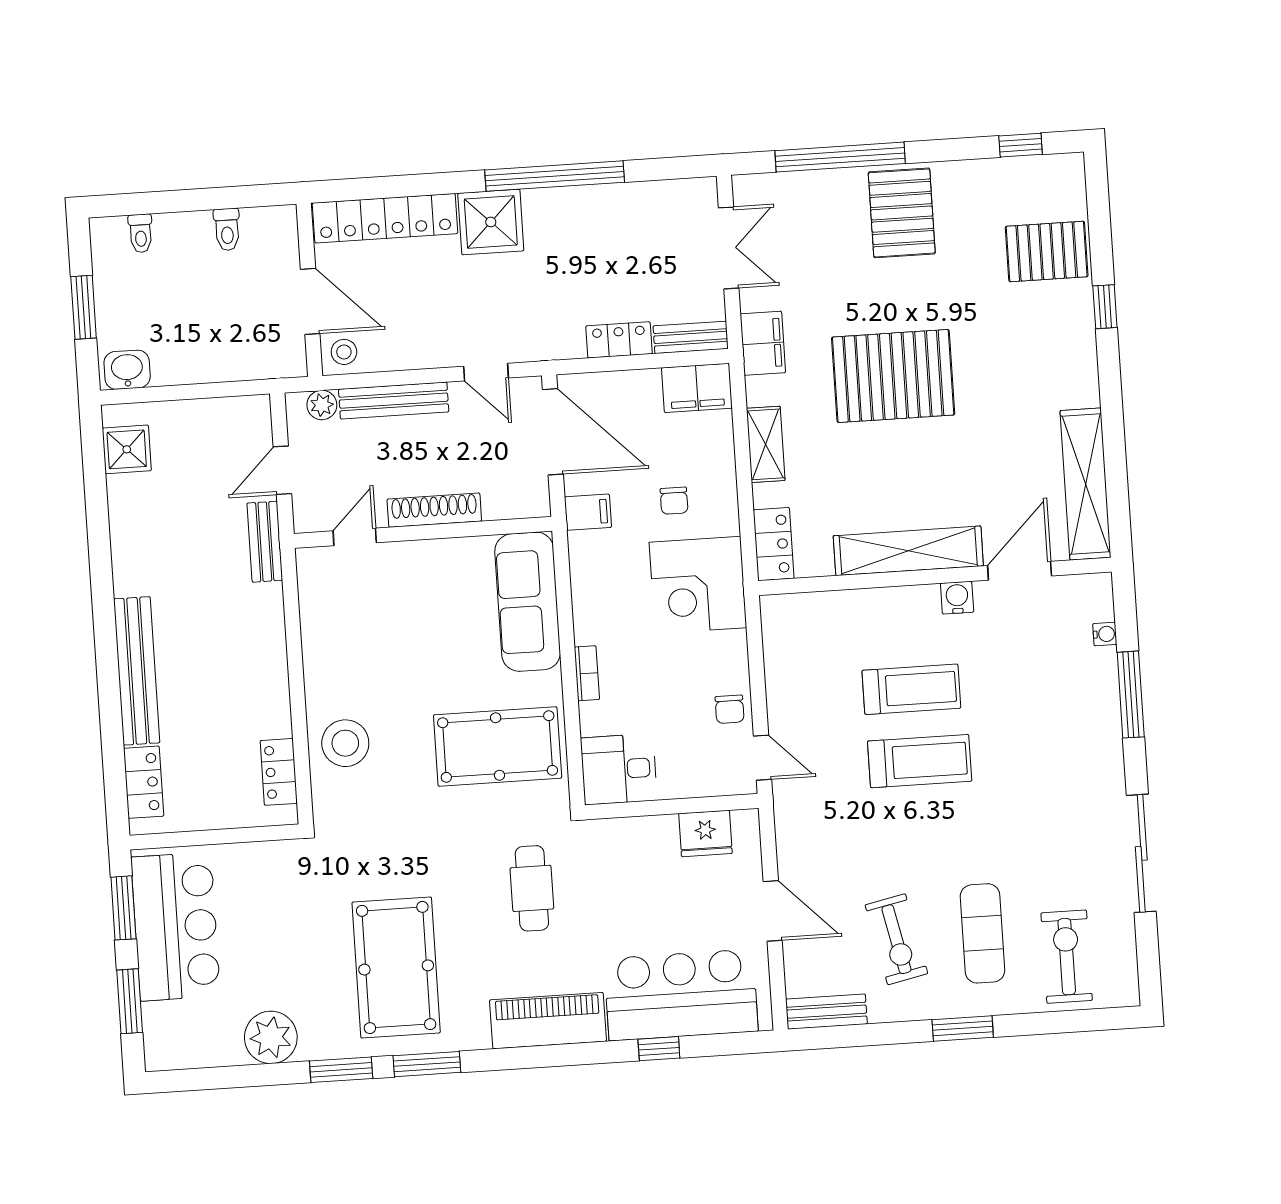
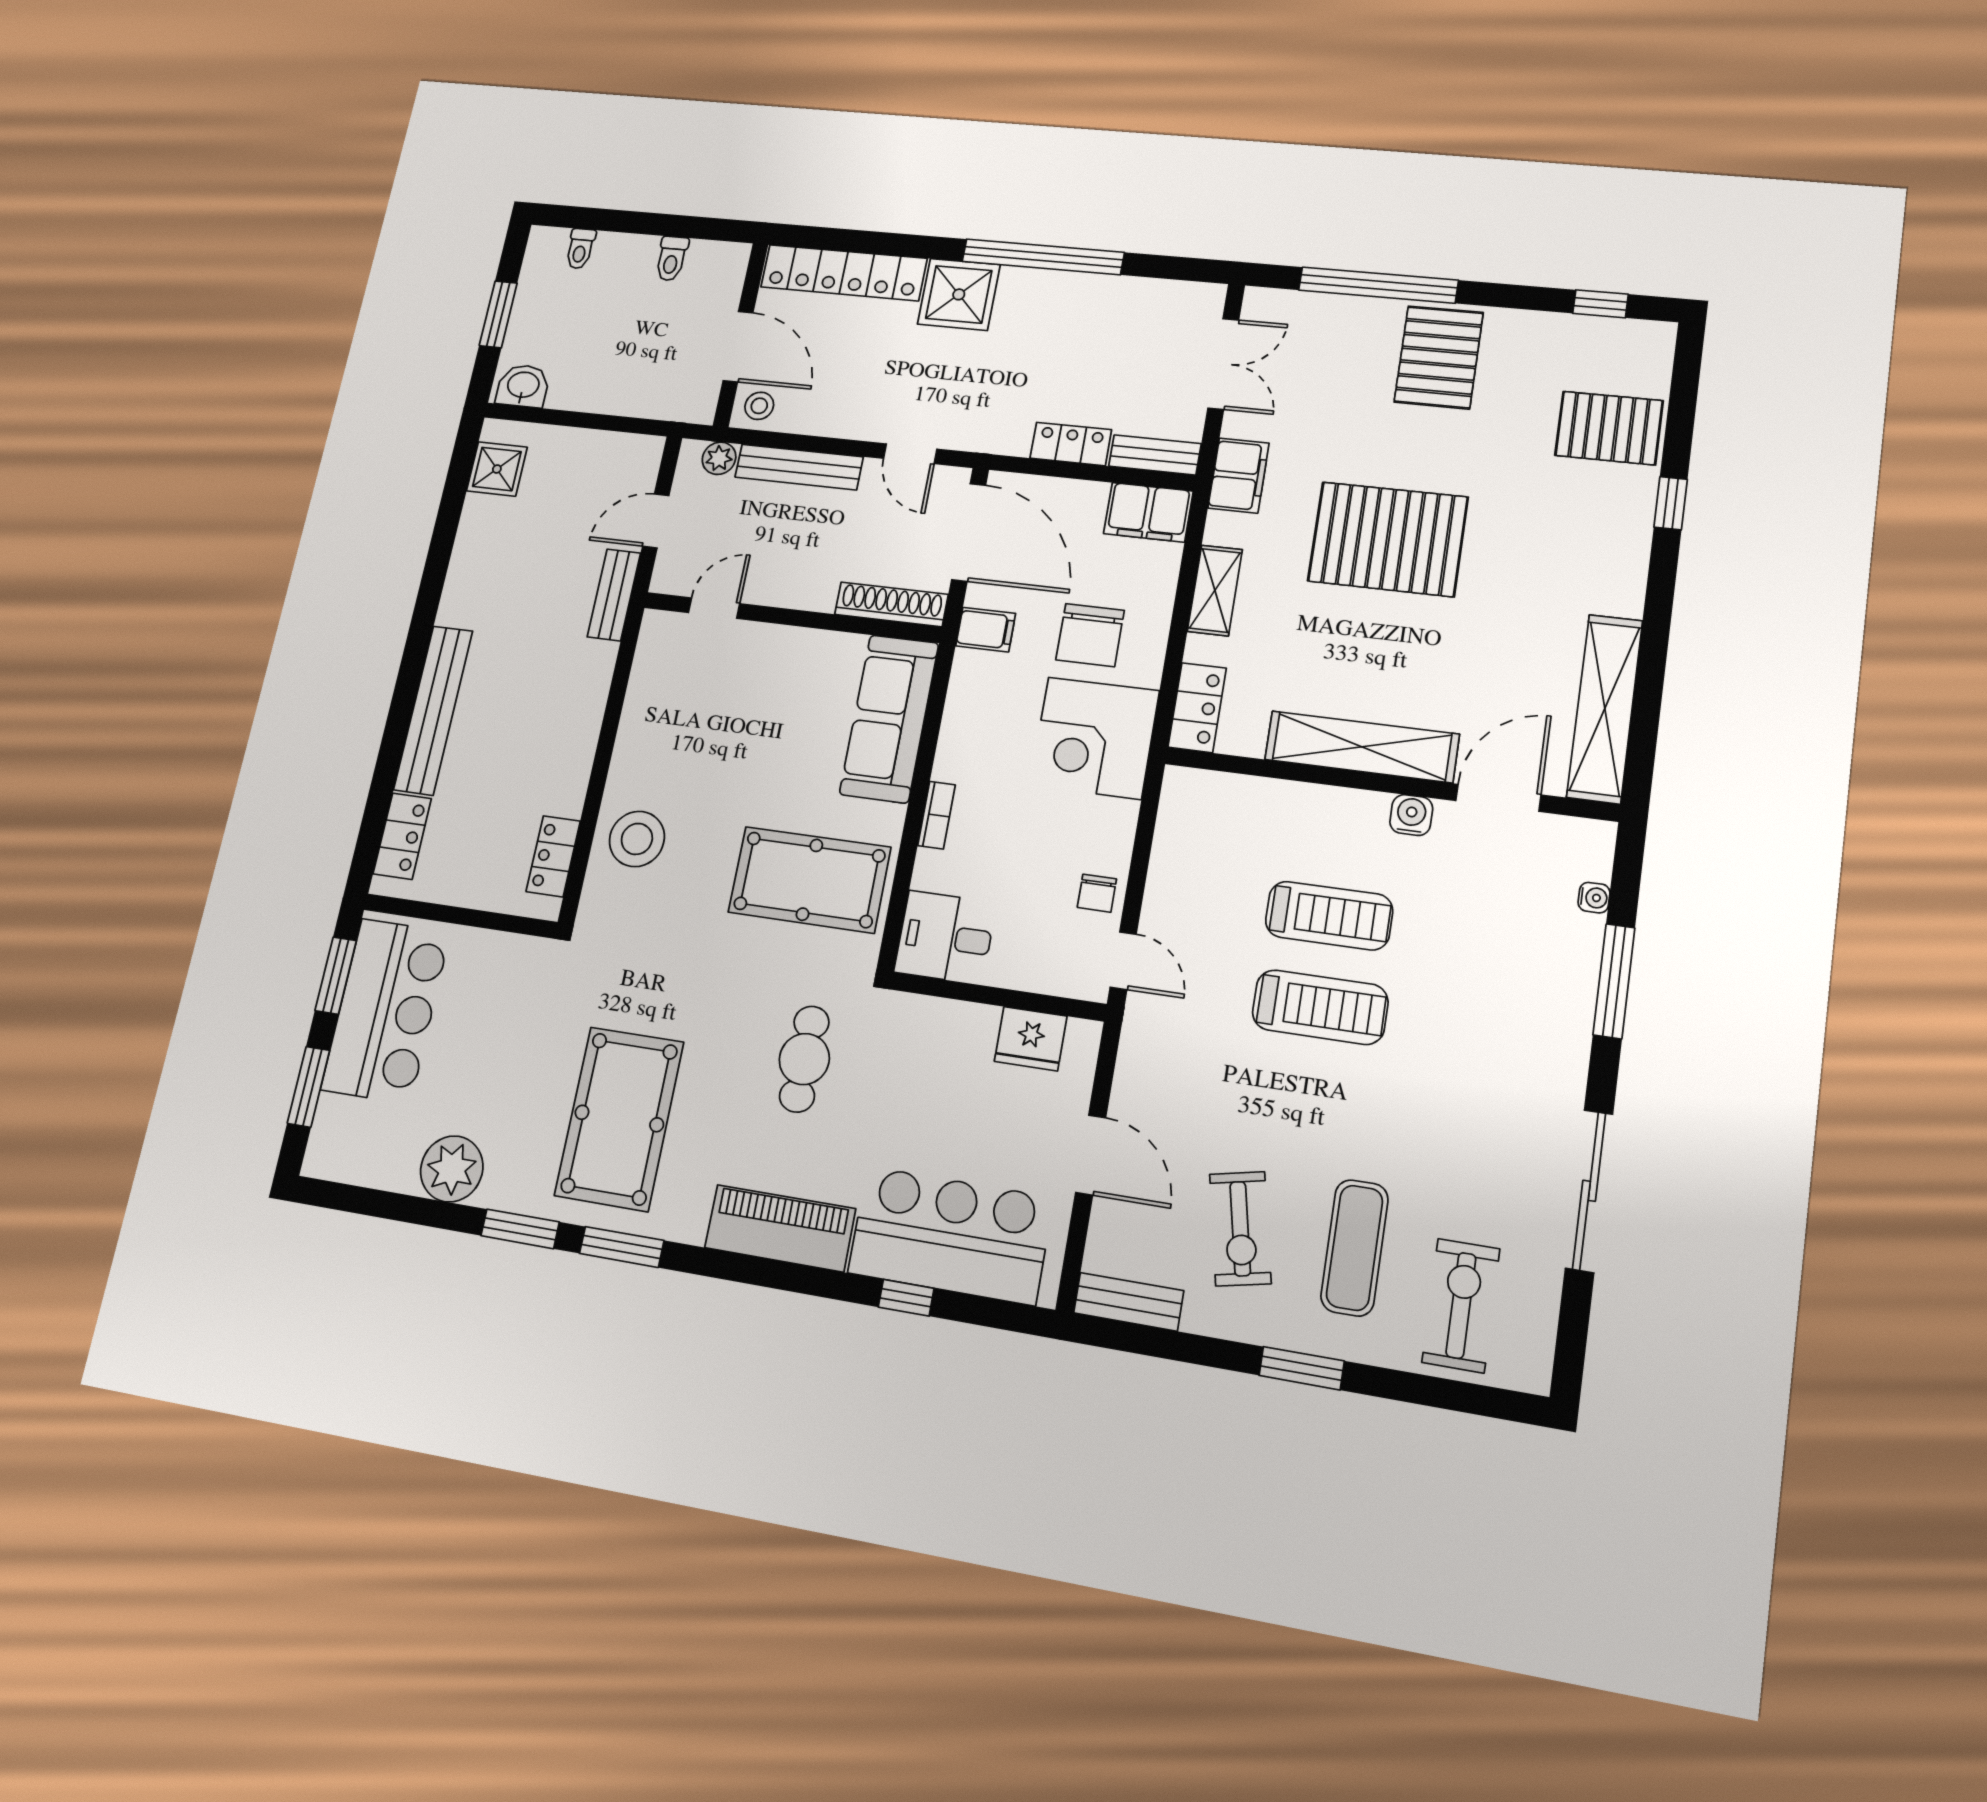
chair: (674, 501) -> (1090, 635), width x1.87, depth x1.87
shoe rack: (434, 510) -> (891, 604), moved

